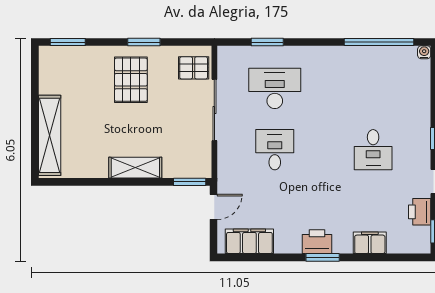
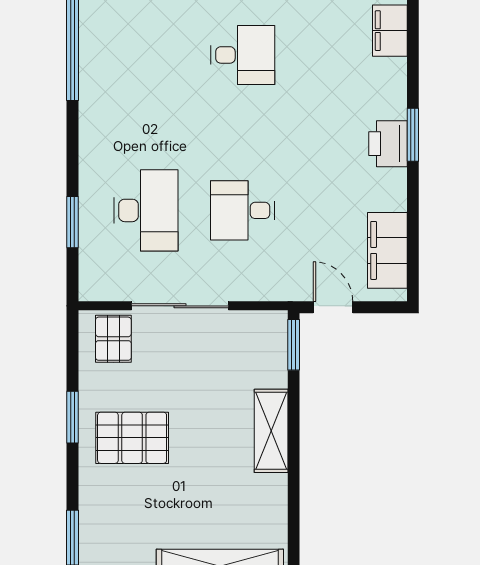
desk: (275, 88) -> (146, 210), turned 180
filing cabinet: (370, 243) -> (390, 31), moved

